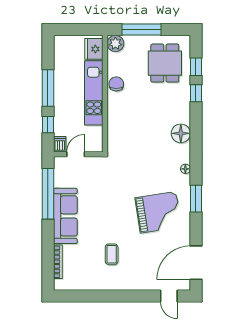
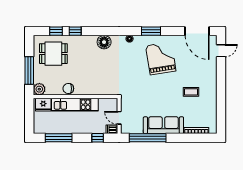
window: (48, 88) -> (59, 138), moved

